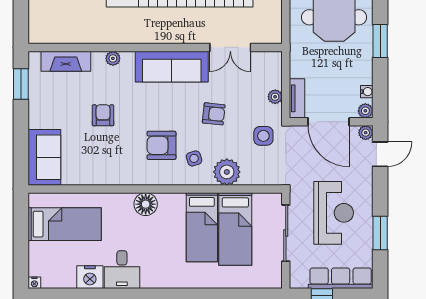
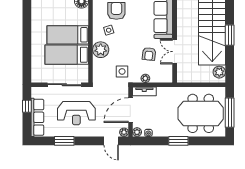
armchair: (214, 114) -> (149, 54), moved

